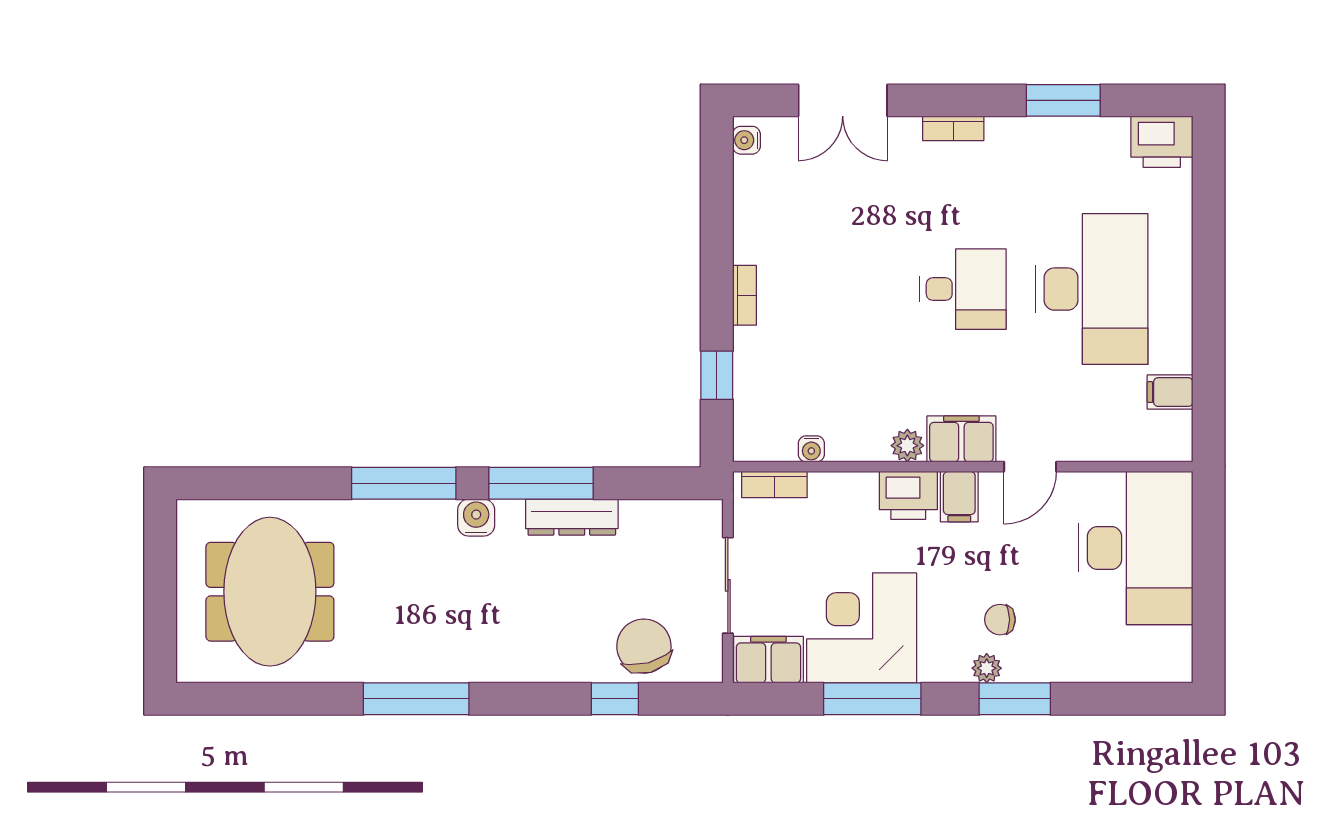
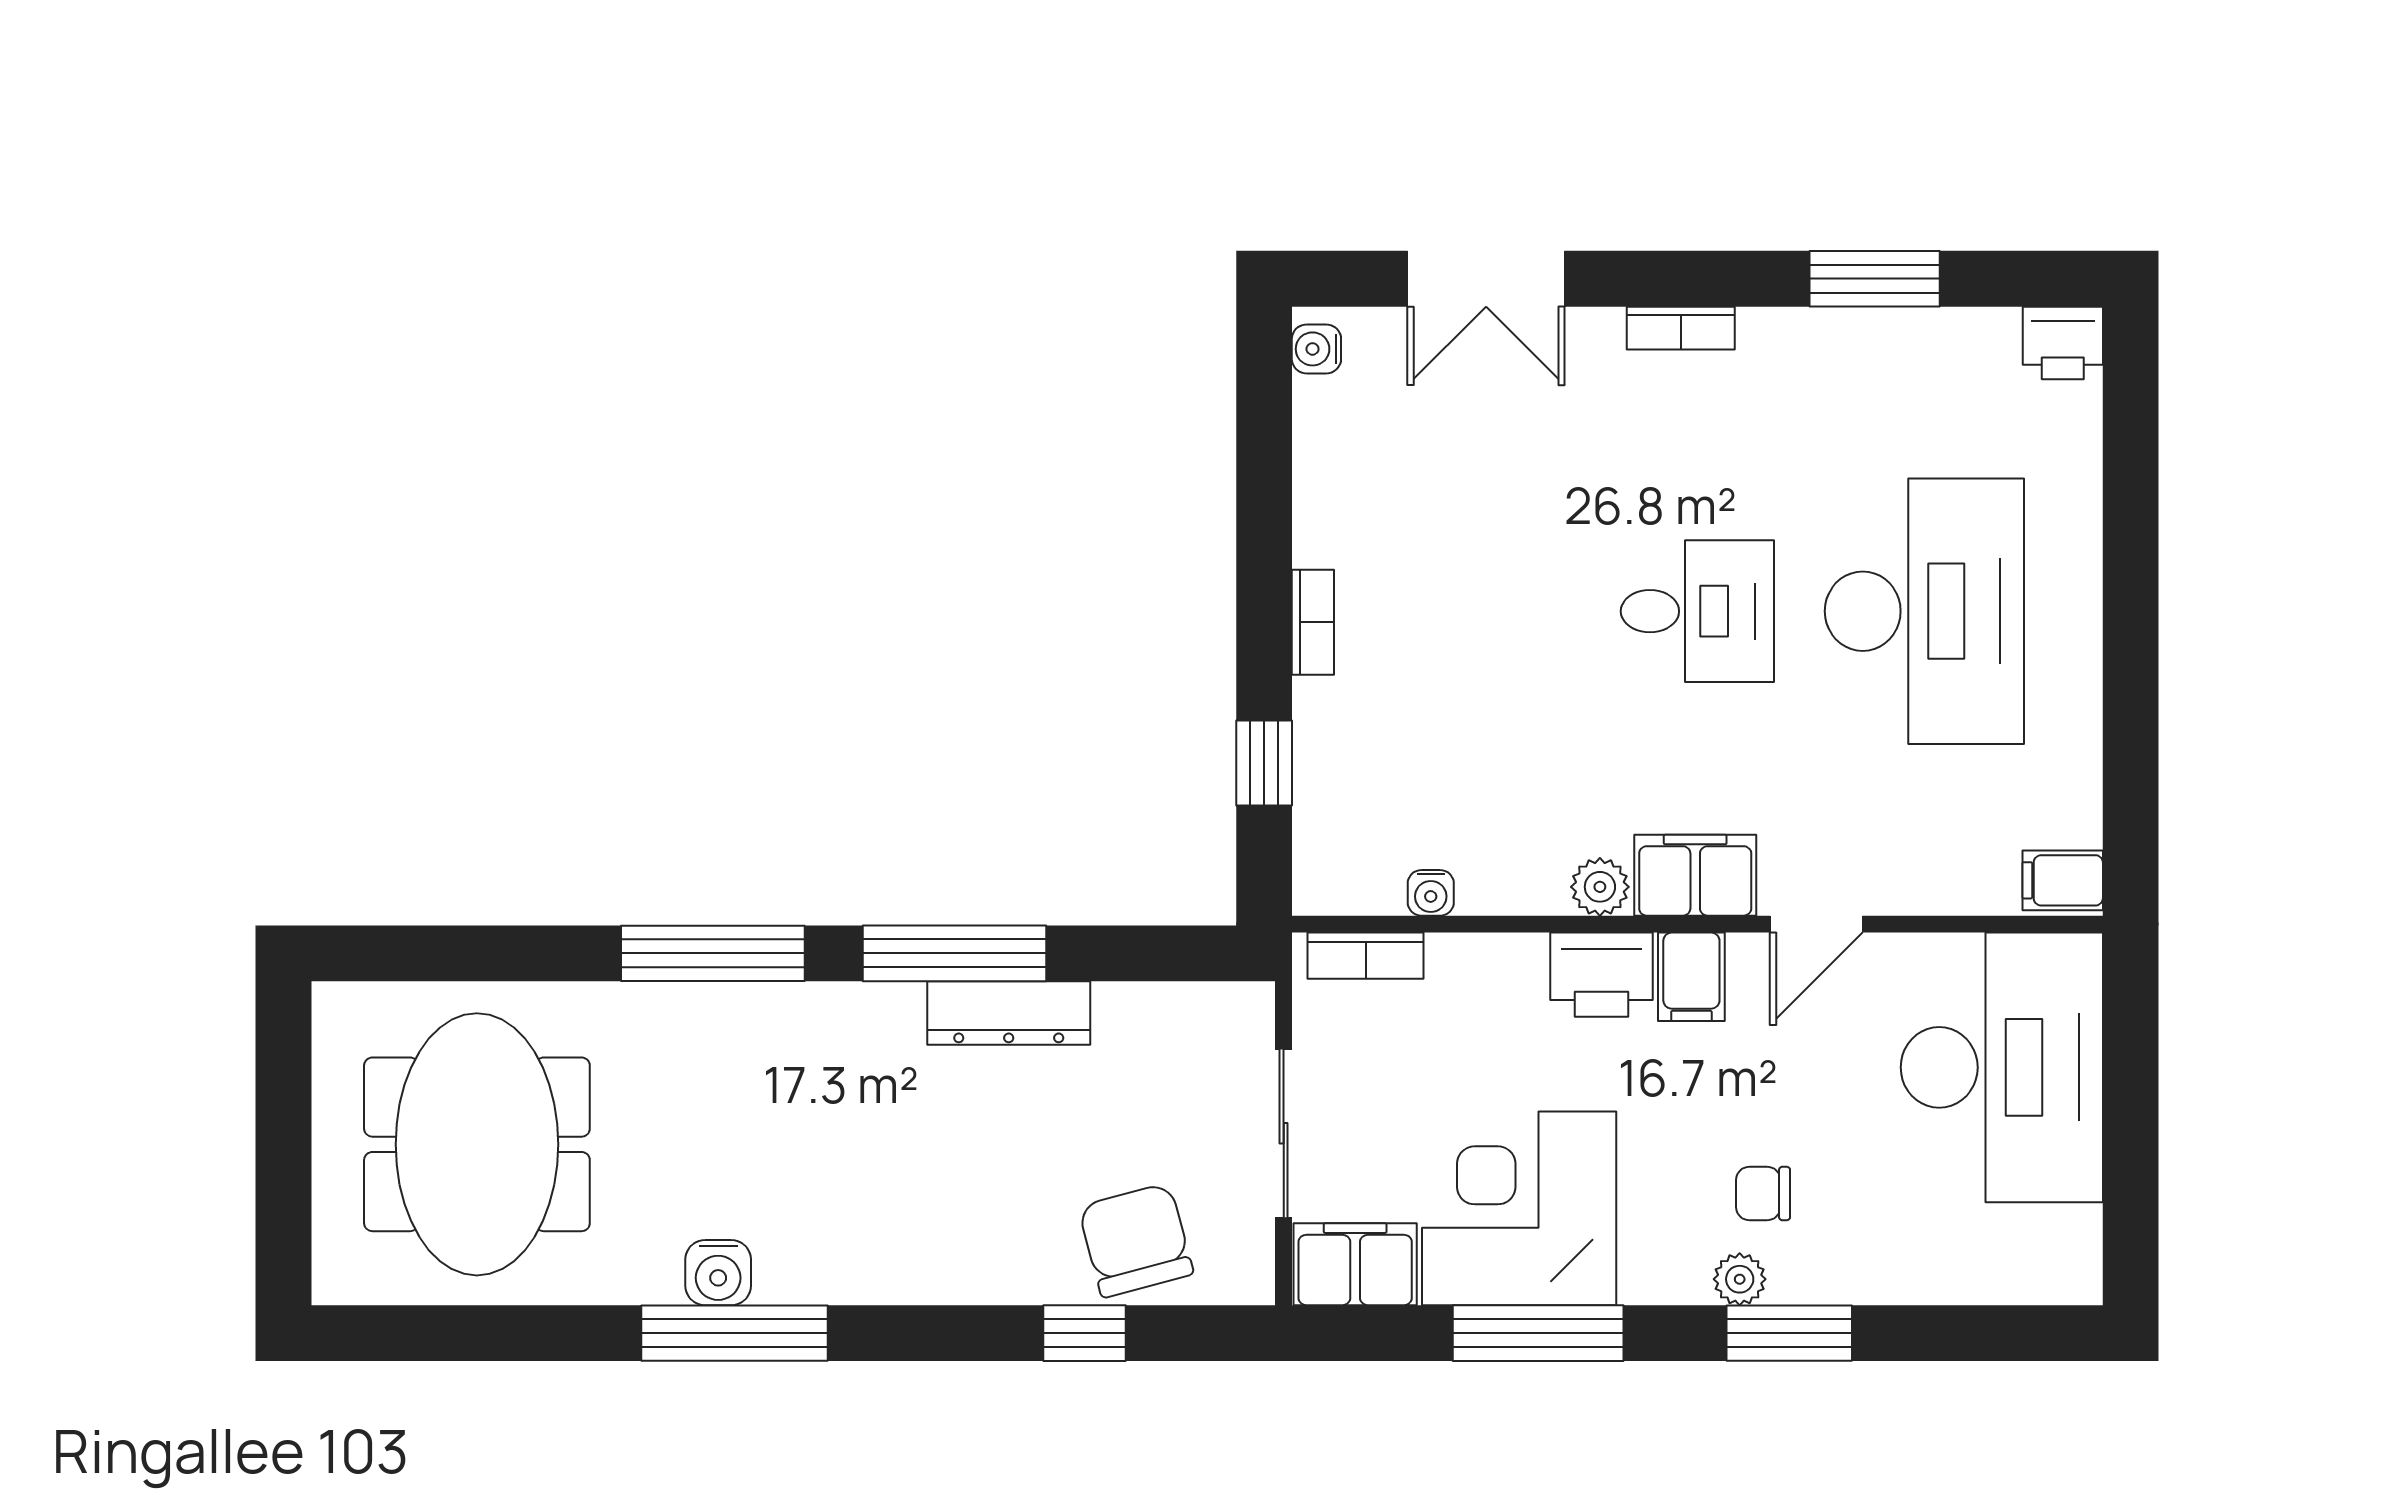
printer: (1162, 142) -> (2063, 343), width x0.73, depth x0.81
filing cabinet: (1170, 392) -> (2063, 880), moved
water cooler: (476, 518) -> (718, 1273), moved, turned 180

